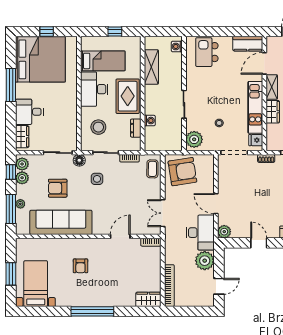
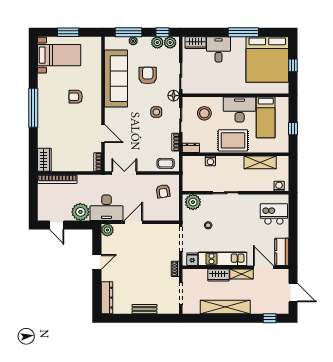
dresser: (136, 128) -> (191, 148), moved
armchair: (182, 172) -> (163, 191), width x0.53, depth x0.53

